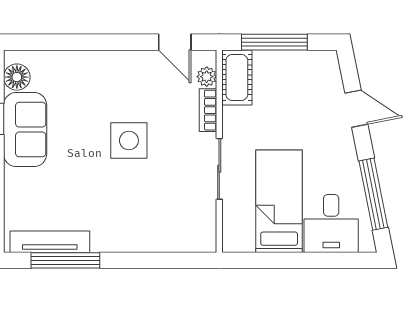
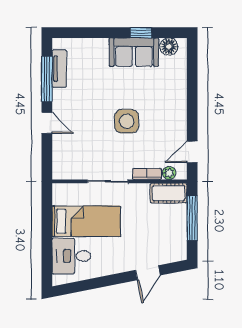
window: (373, 194) -> (91, 284), removed
tv unit: (50, 242) -> (59, 69), width x0.71
door: (131, 260) -> (47, 123), added

